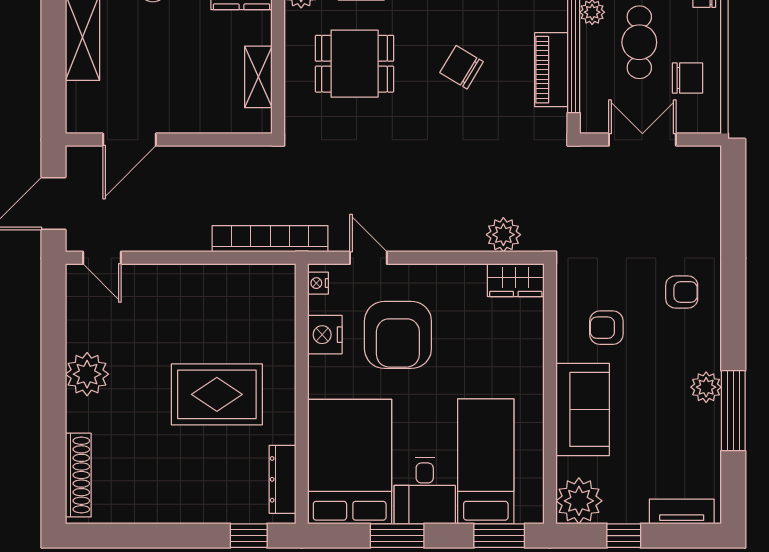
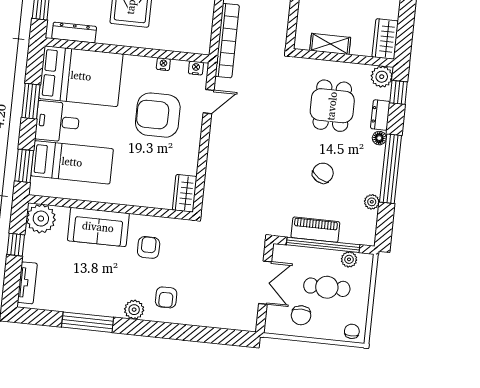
plant: (503, 235) -> (214, 188), removed
nightstand: (325, 335) -> (163, 64), width x0.53, depth x0.56
plant: (706, 387) -> (134, 310), moved

